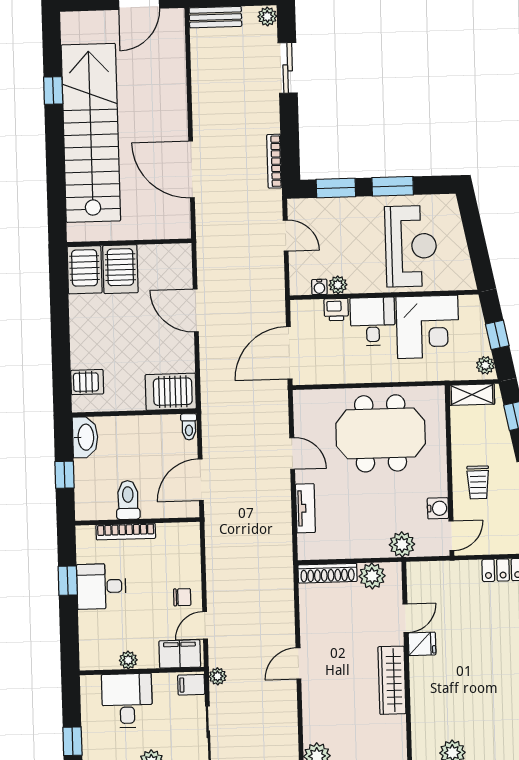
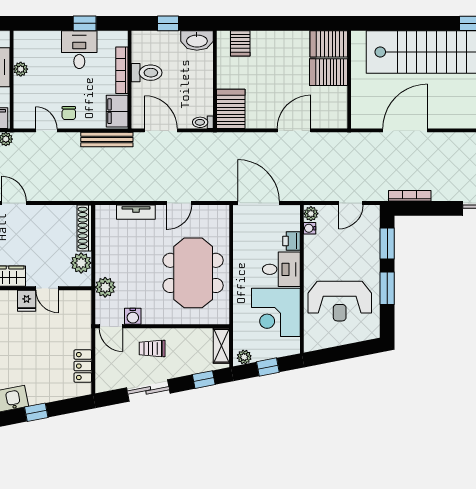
plant: (338, 285) -> (311, 214), moved
bench: (214, 548) -> (107, 139), added
filing cabinet: (180, 654) -> (117, 111), moved, turned 180

